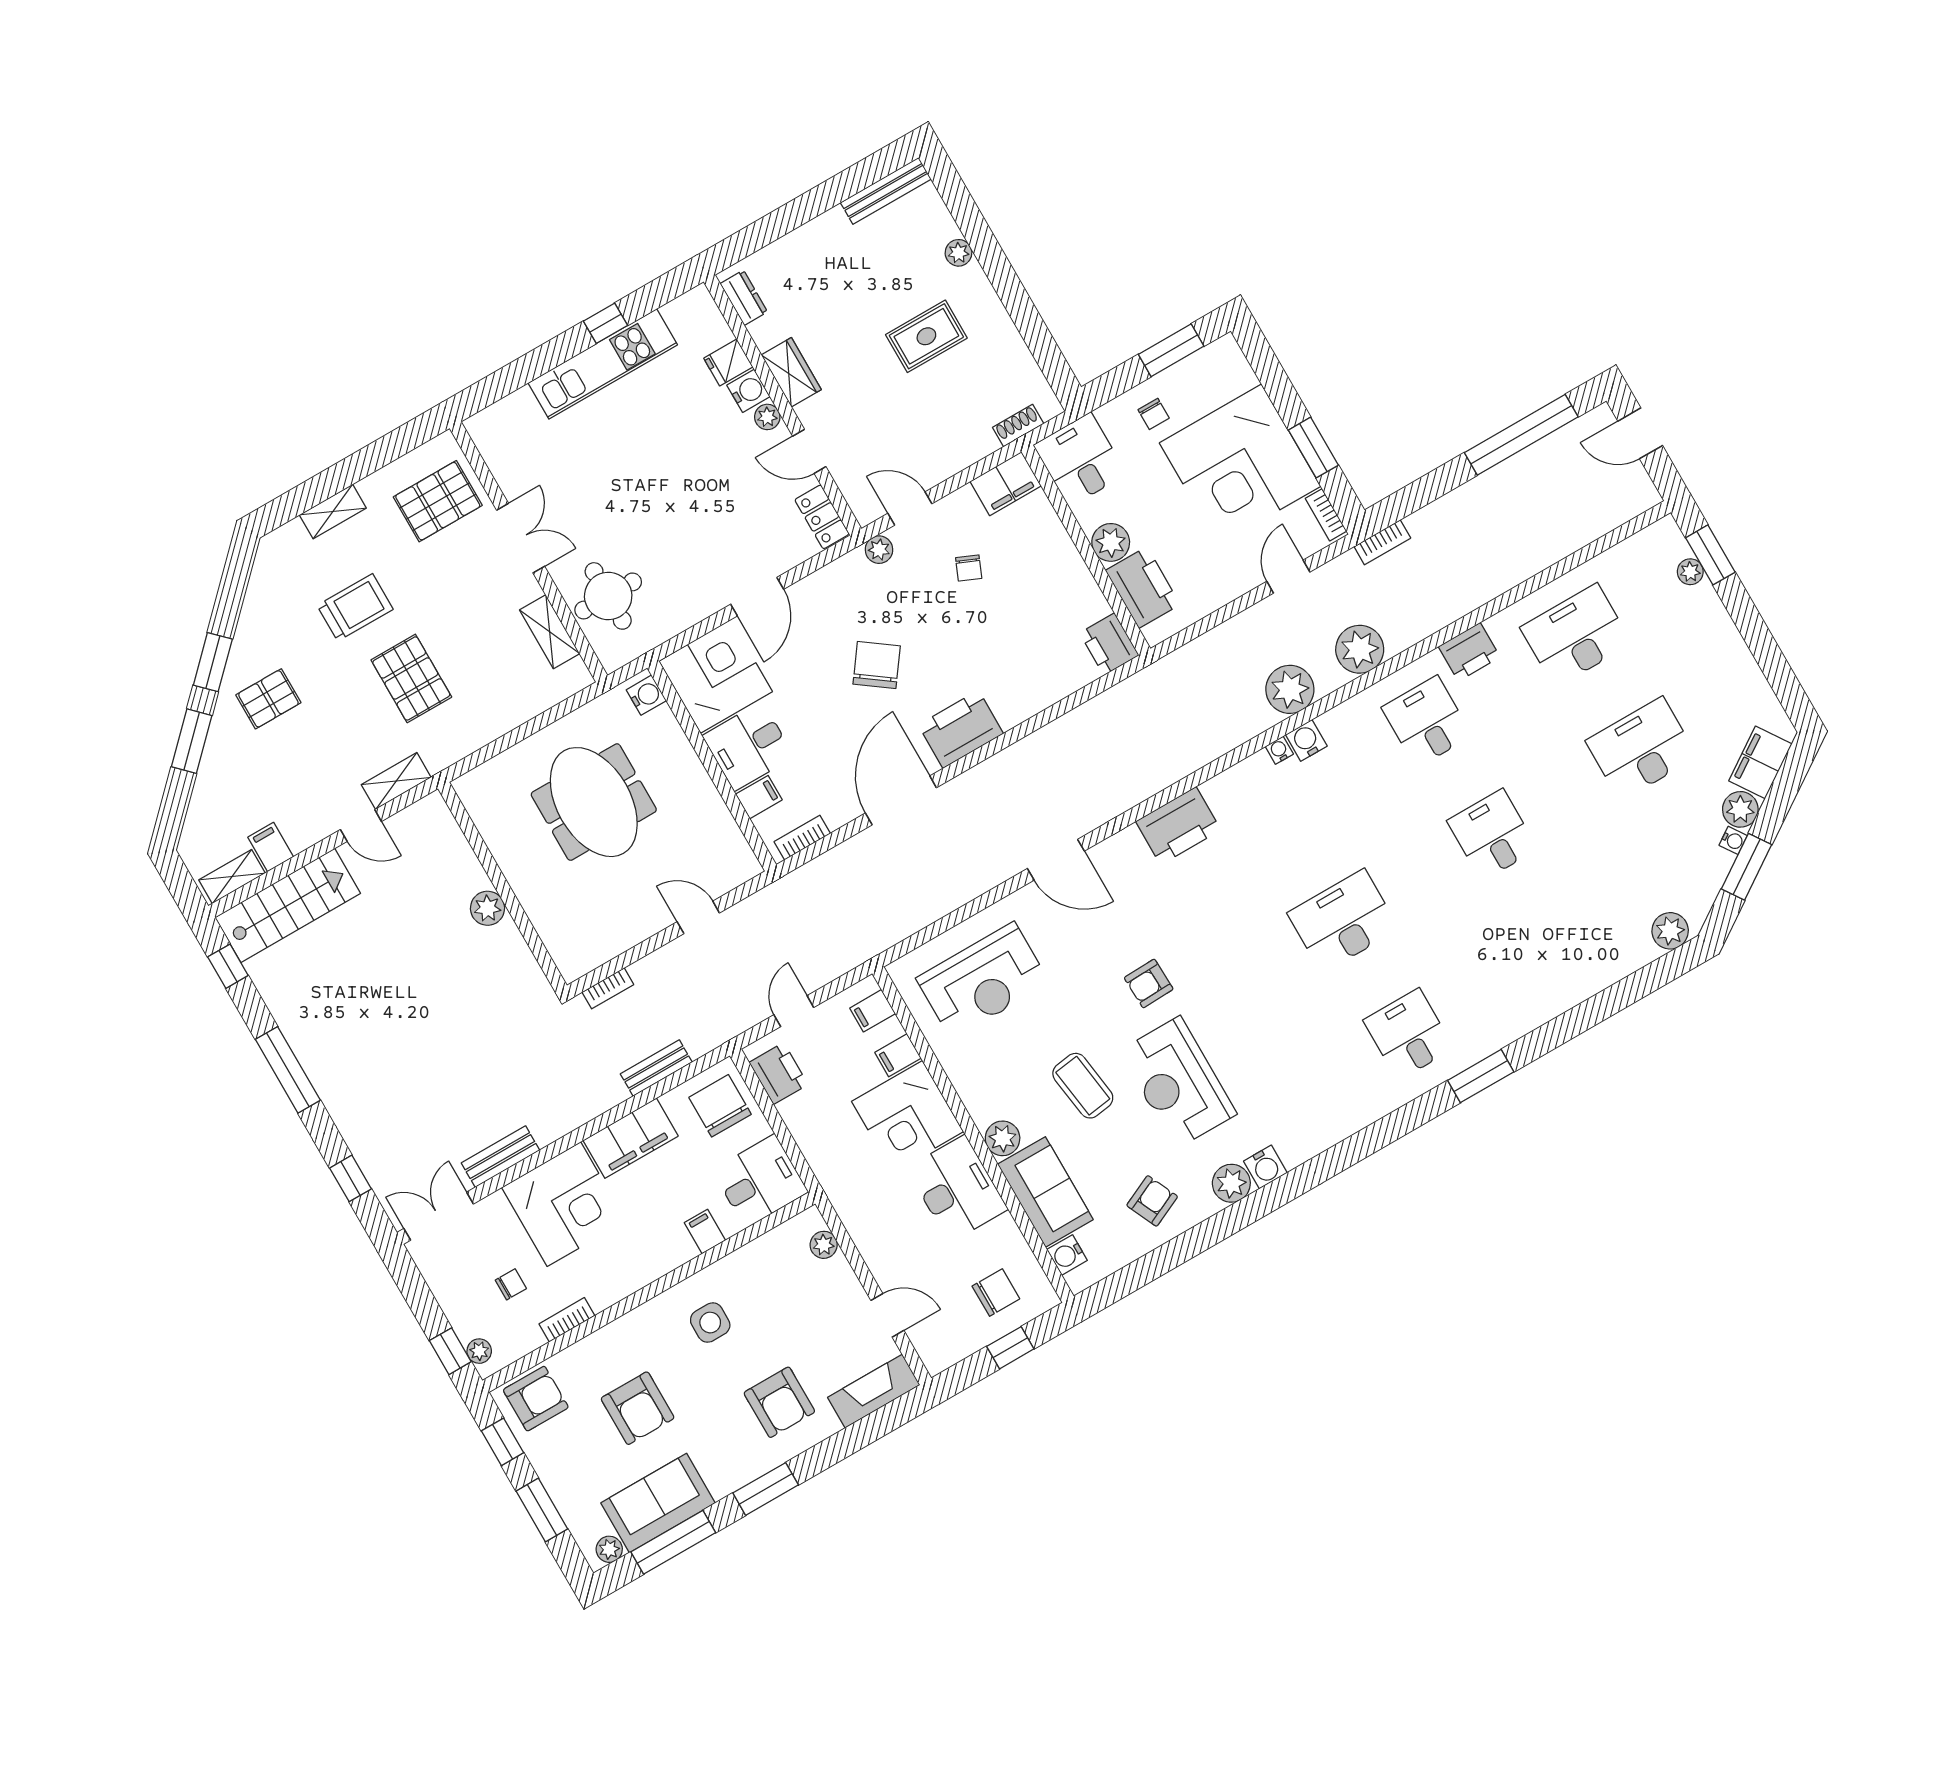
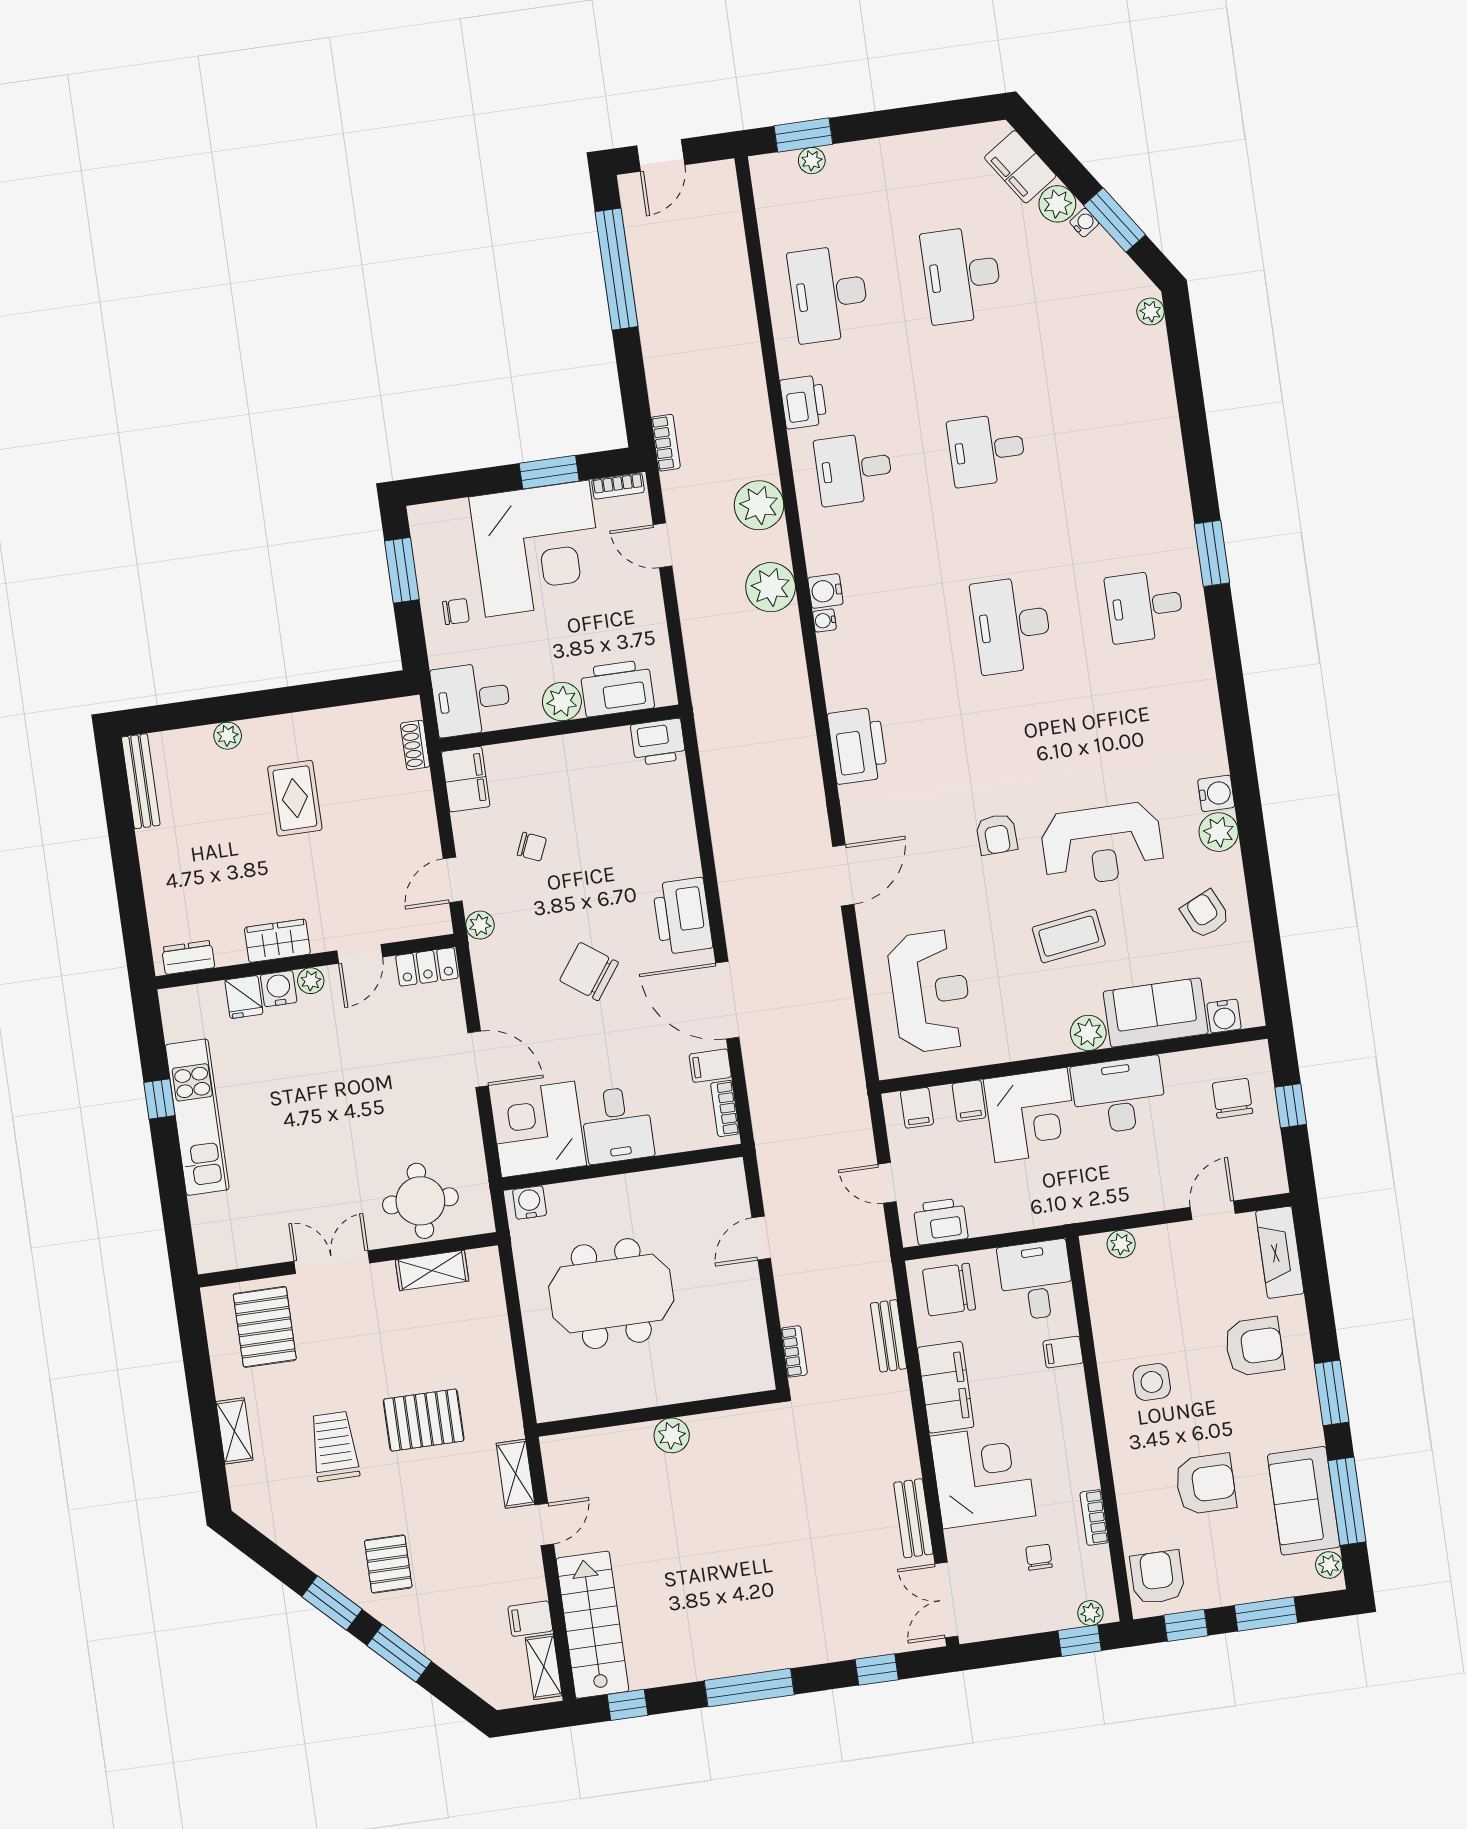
filing cabinet: (759, 797) -> (710, 1066), moved, turned -90
plant: (1670, 931) -> (1151, 312), width x0.73, depth x0.73

